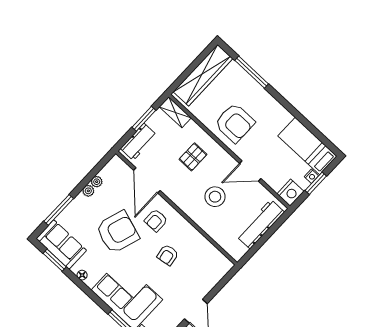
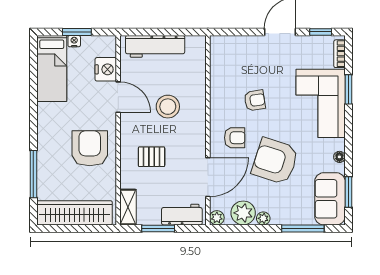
plant: (116, 162) -> (217, 218), added
plant: (97, 182) -> (243, 213), width x1.87, depth x1.87
nightstand: (290, 193) -> (106, 69), moved, turned 90

